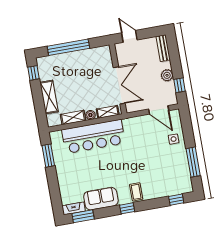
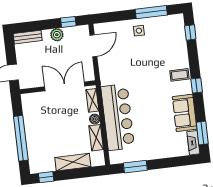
side table: (174, 139) -> (139, 31), moved

